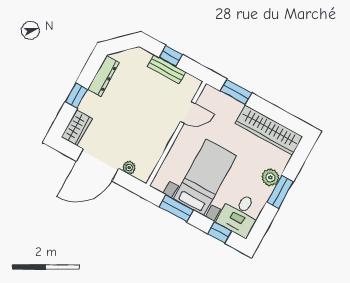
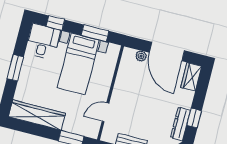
window: (76, 96) -> (194, 118), moved
door: (98, 165) -> (167, 52), swing flipped
plant: (270, 177) -> (26, 77), removed

